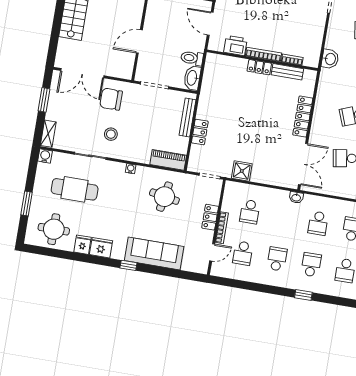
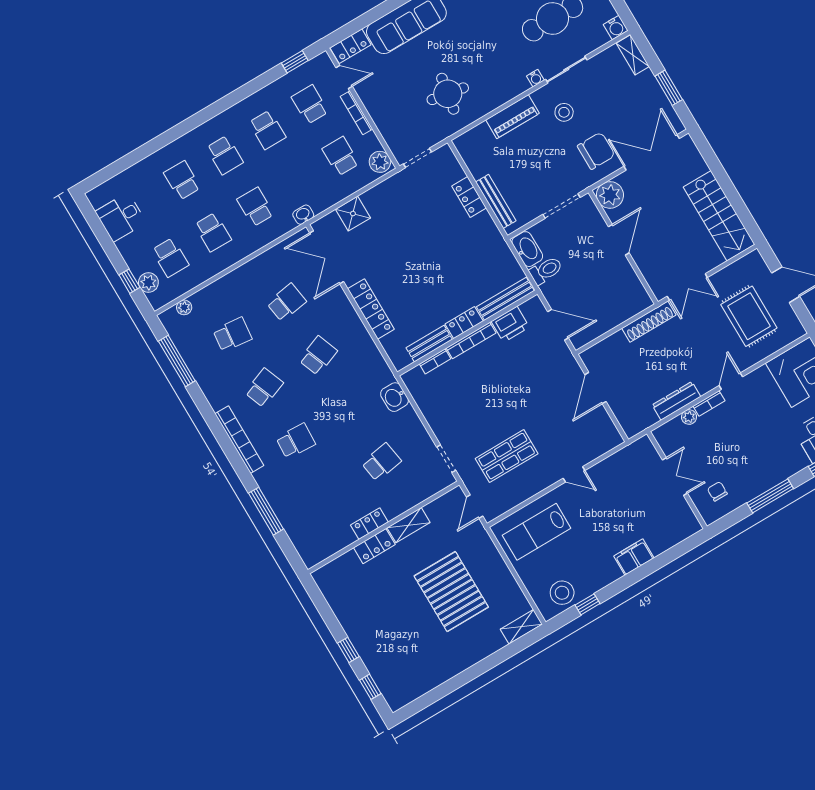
bench: (226, 61) -> (505, 299), added
plant: (124, 69) -> (610, 195), added
piano: (168, 160) -> (513, 117), moved
water cooler: (131, 169) -> (535, 78), moved
shower: (242, 171) -> (353, 214), moved
plant: (231, 191) -> (380, 162), added
locker: (210, 217) -> (350, 46), moved, turned 90
door: (212, 252) -> (344, 77), swing flipped
window: (303, 295) -> (295, 62), moved

